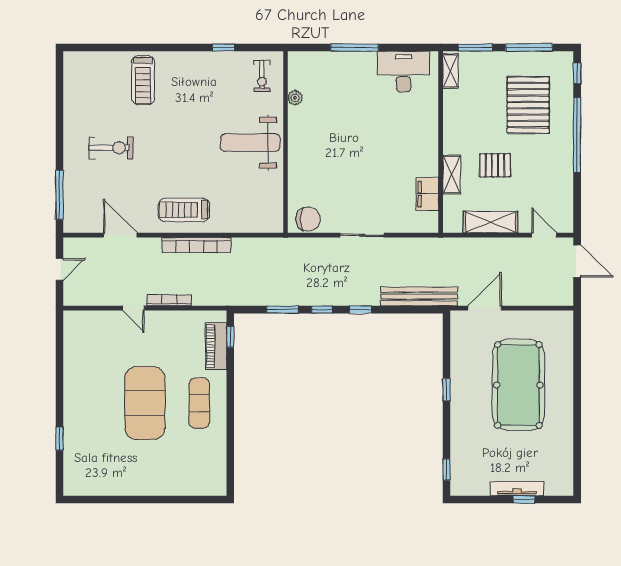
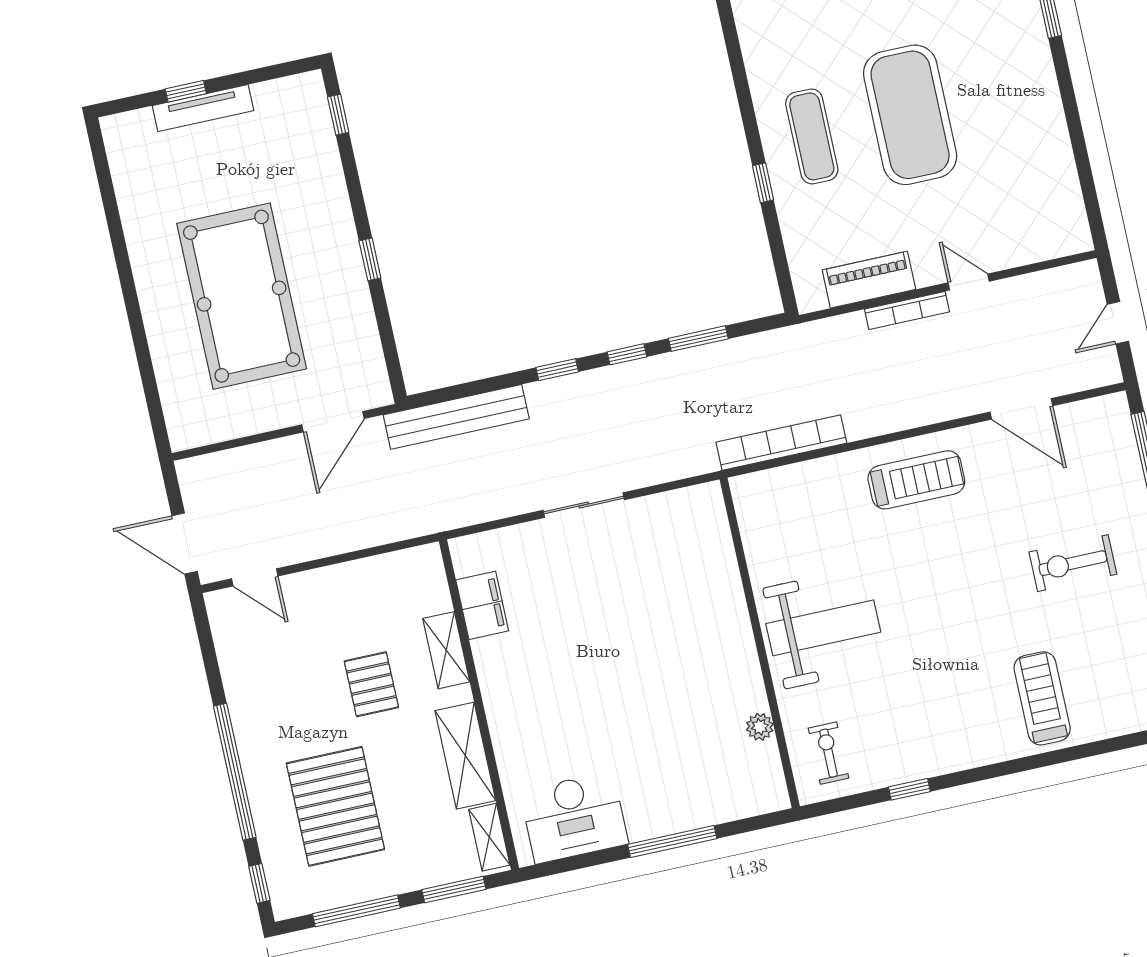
pallet: (495, 165) -> (371, 684), turned 90
chair: (308, 219) -> (688, 513), removed
shelving: (491, 222) -> (465, 756), moved, turned 90
bookcase: (197, 245) -> (781, 443), moved
window: (230, 337) -> (763, 183), moved
piano: (216, 346) -> (869, 280), moved, turned -90

